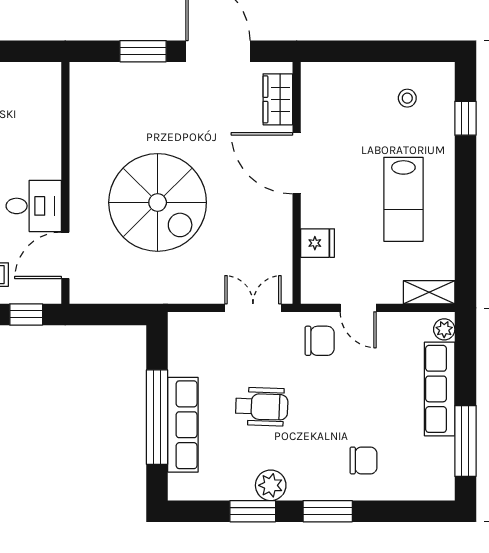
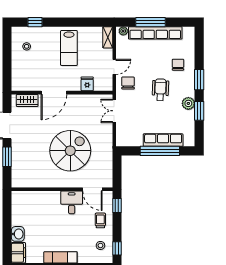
lab bench: (403, 199) -> (69, 48), turned 90
row of seats: (440, 389) -> (155, 33), width x1.36
wheelchair: (262, 407) -> (160, 90), moved
window: (465, 441) -> (150, 22), moved

